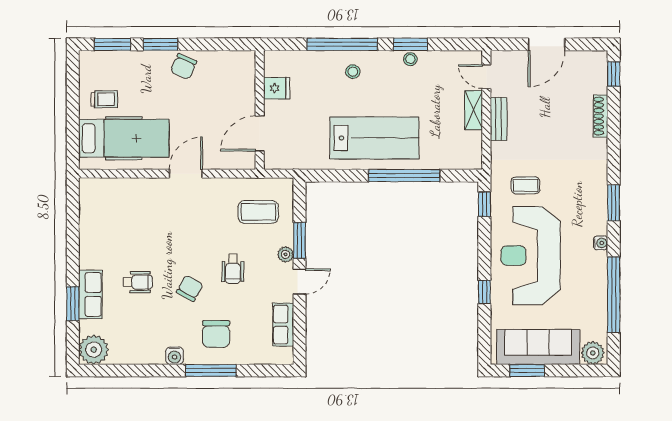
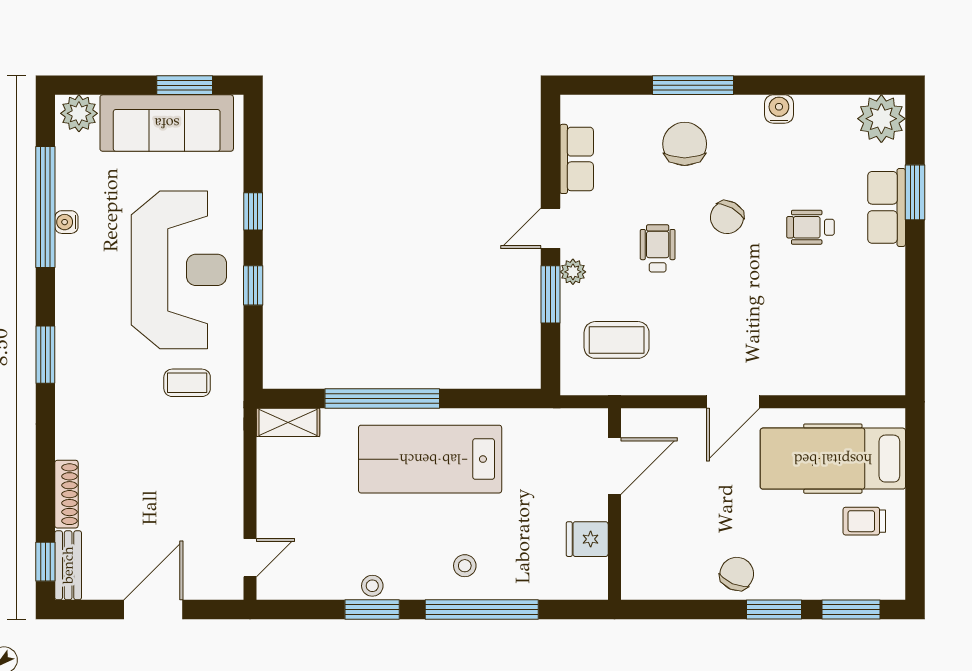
door: (486, 77) -> (250, 558), hinge flipped
shelving: (474, 110) -> (288, 422), moved, turned 90
bench: (499, 119) -> (68, 565), moved
window: (484, 204) -> (253, 285), moved
water cooler: (601, 243) -> (66, 222), moved
water cooler: (175, 356) -> (779, 109), moved

